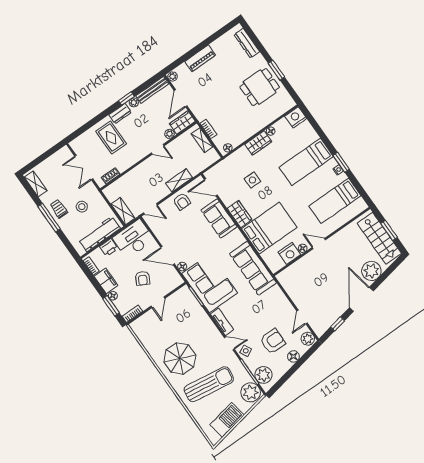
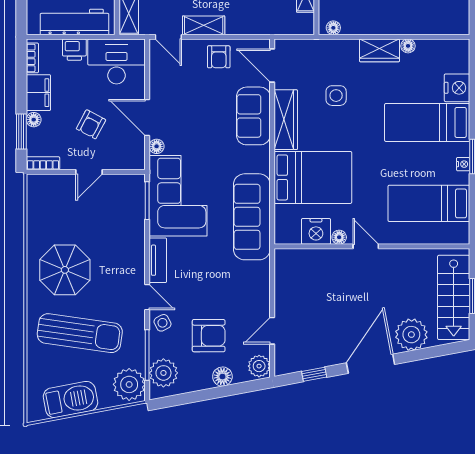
nightstand: (296, 117) -> (457, 88), moved, turned 90
shelving: (179, 180) -> (204, 25), moved
wardrobe: (240, 214) -> (286, 120), width x1.50

